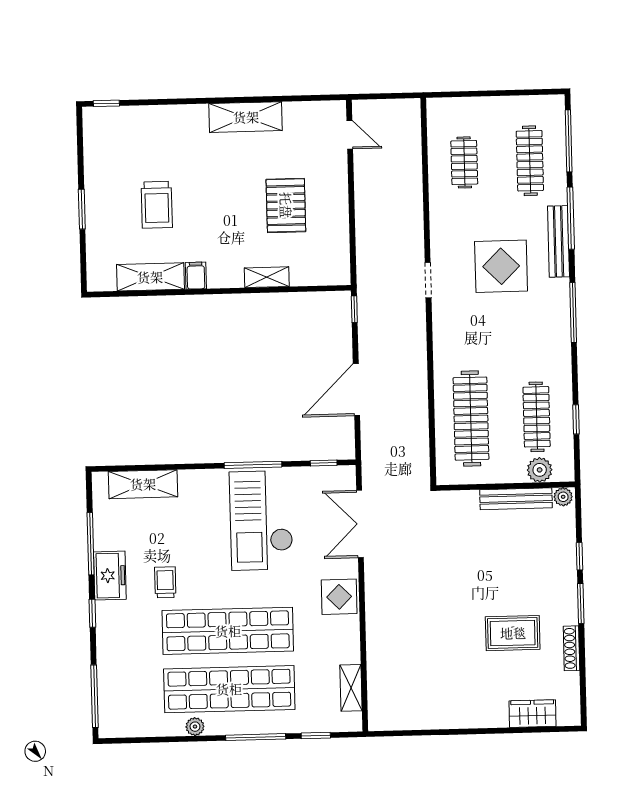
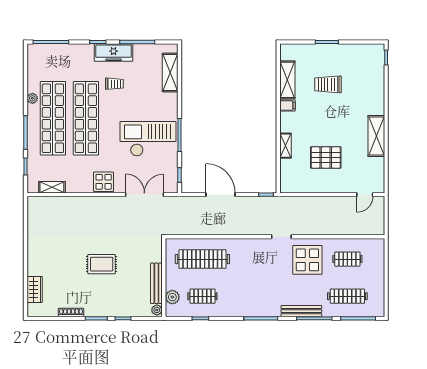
display table: (501, 266) -> (307, 260), moved
clothes rail: (537, 417) -> (202, 296), width x0.73
freezer: (110, 576) -> (114, 52), width x1.40
rug: (513, 633) -> (102, 264), moved, turned 90

